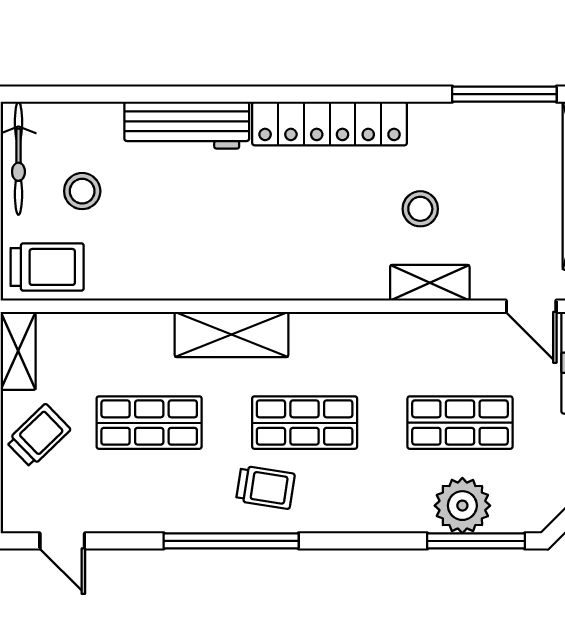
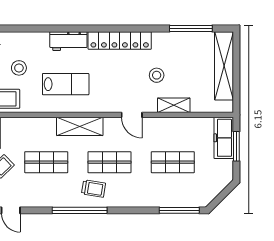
workbench: (187, 125) -> (68, 41), width x0.73
lab bench: (197, 231) -> (66, 84), added
shelving: (430, 283) -> (174, 105), moved
door: (531, 306) -> (132, 115), moved
plant: (462, 506) -> (174, 196), removed

